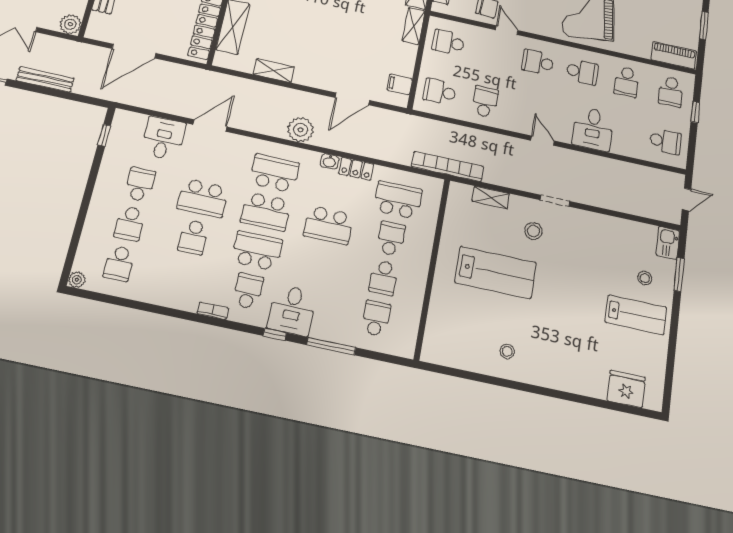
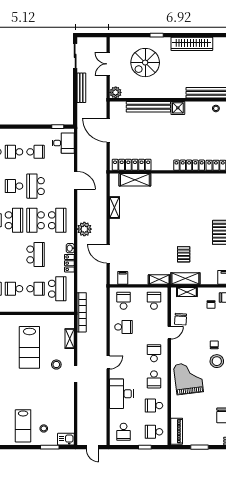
desk: (593, 129) -> (121, 394), width x1.37
desk: (163, 138) -> (63, 143), moved
school desk: (328, 225) -> (36, 255), turned 180

